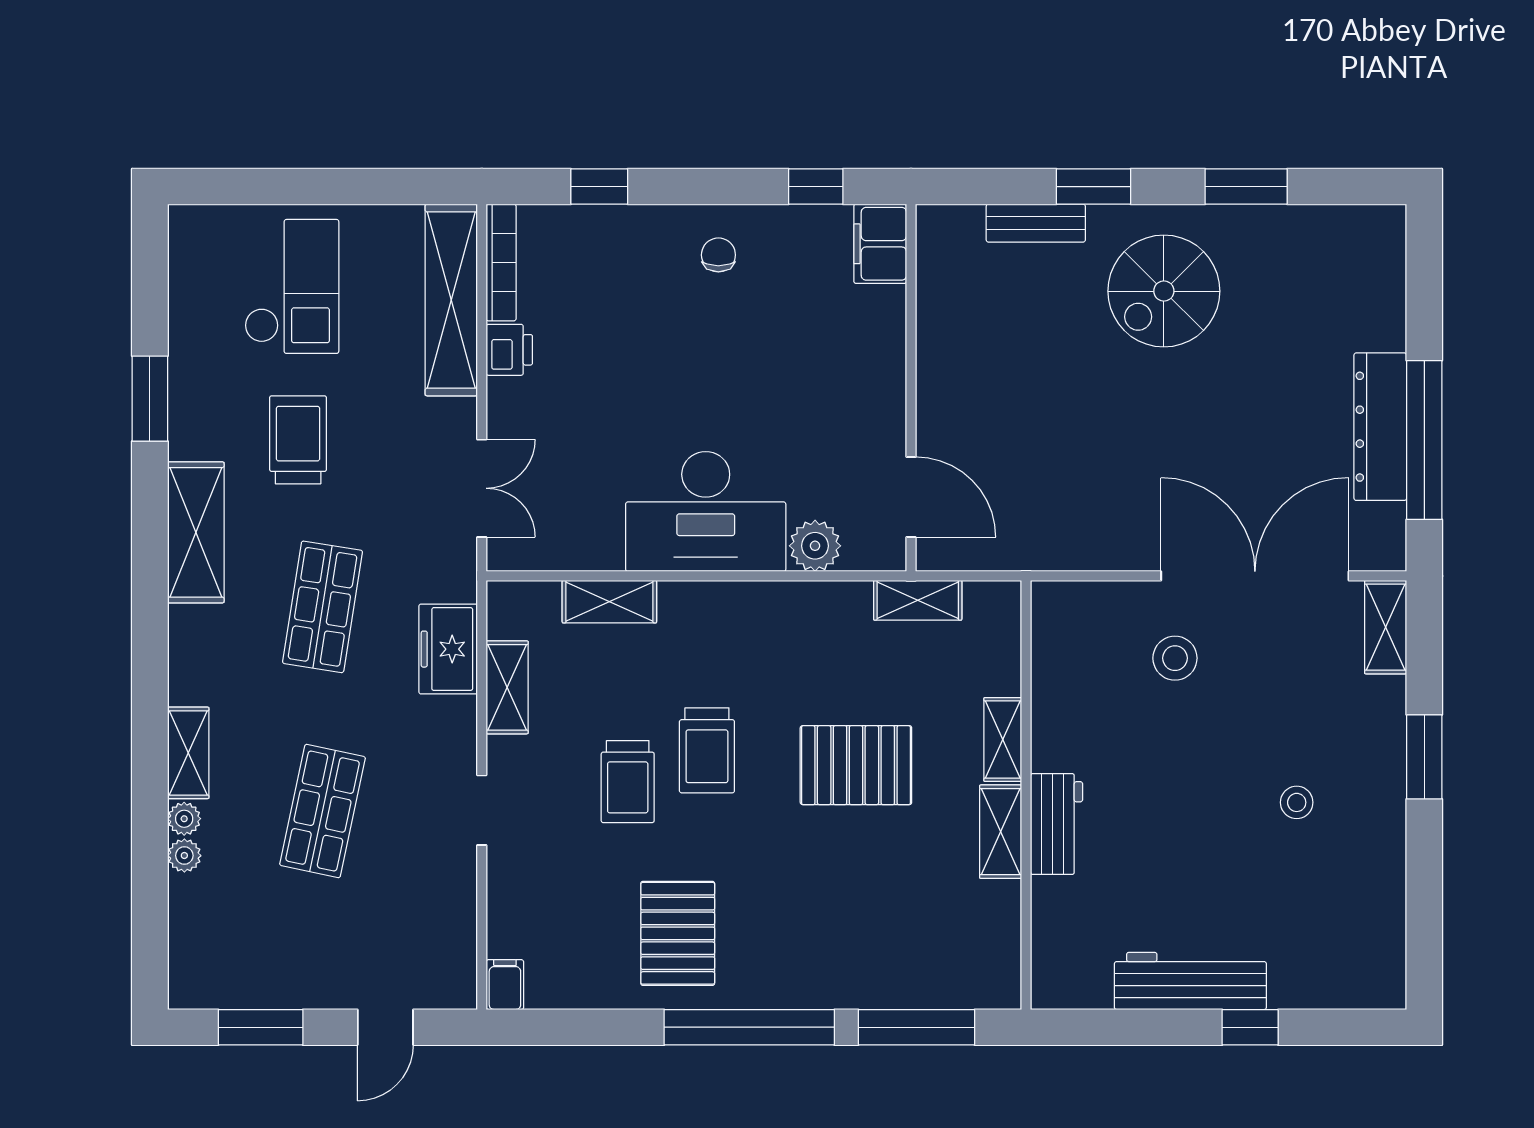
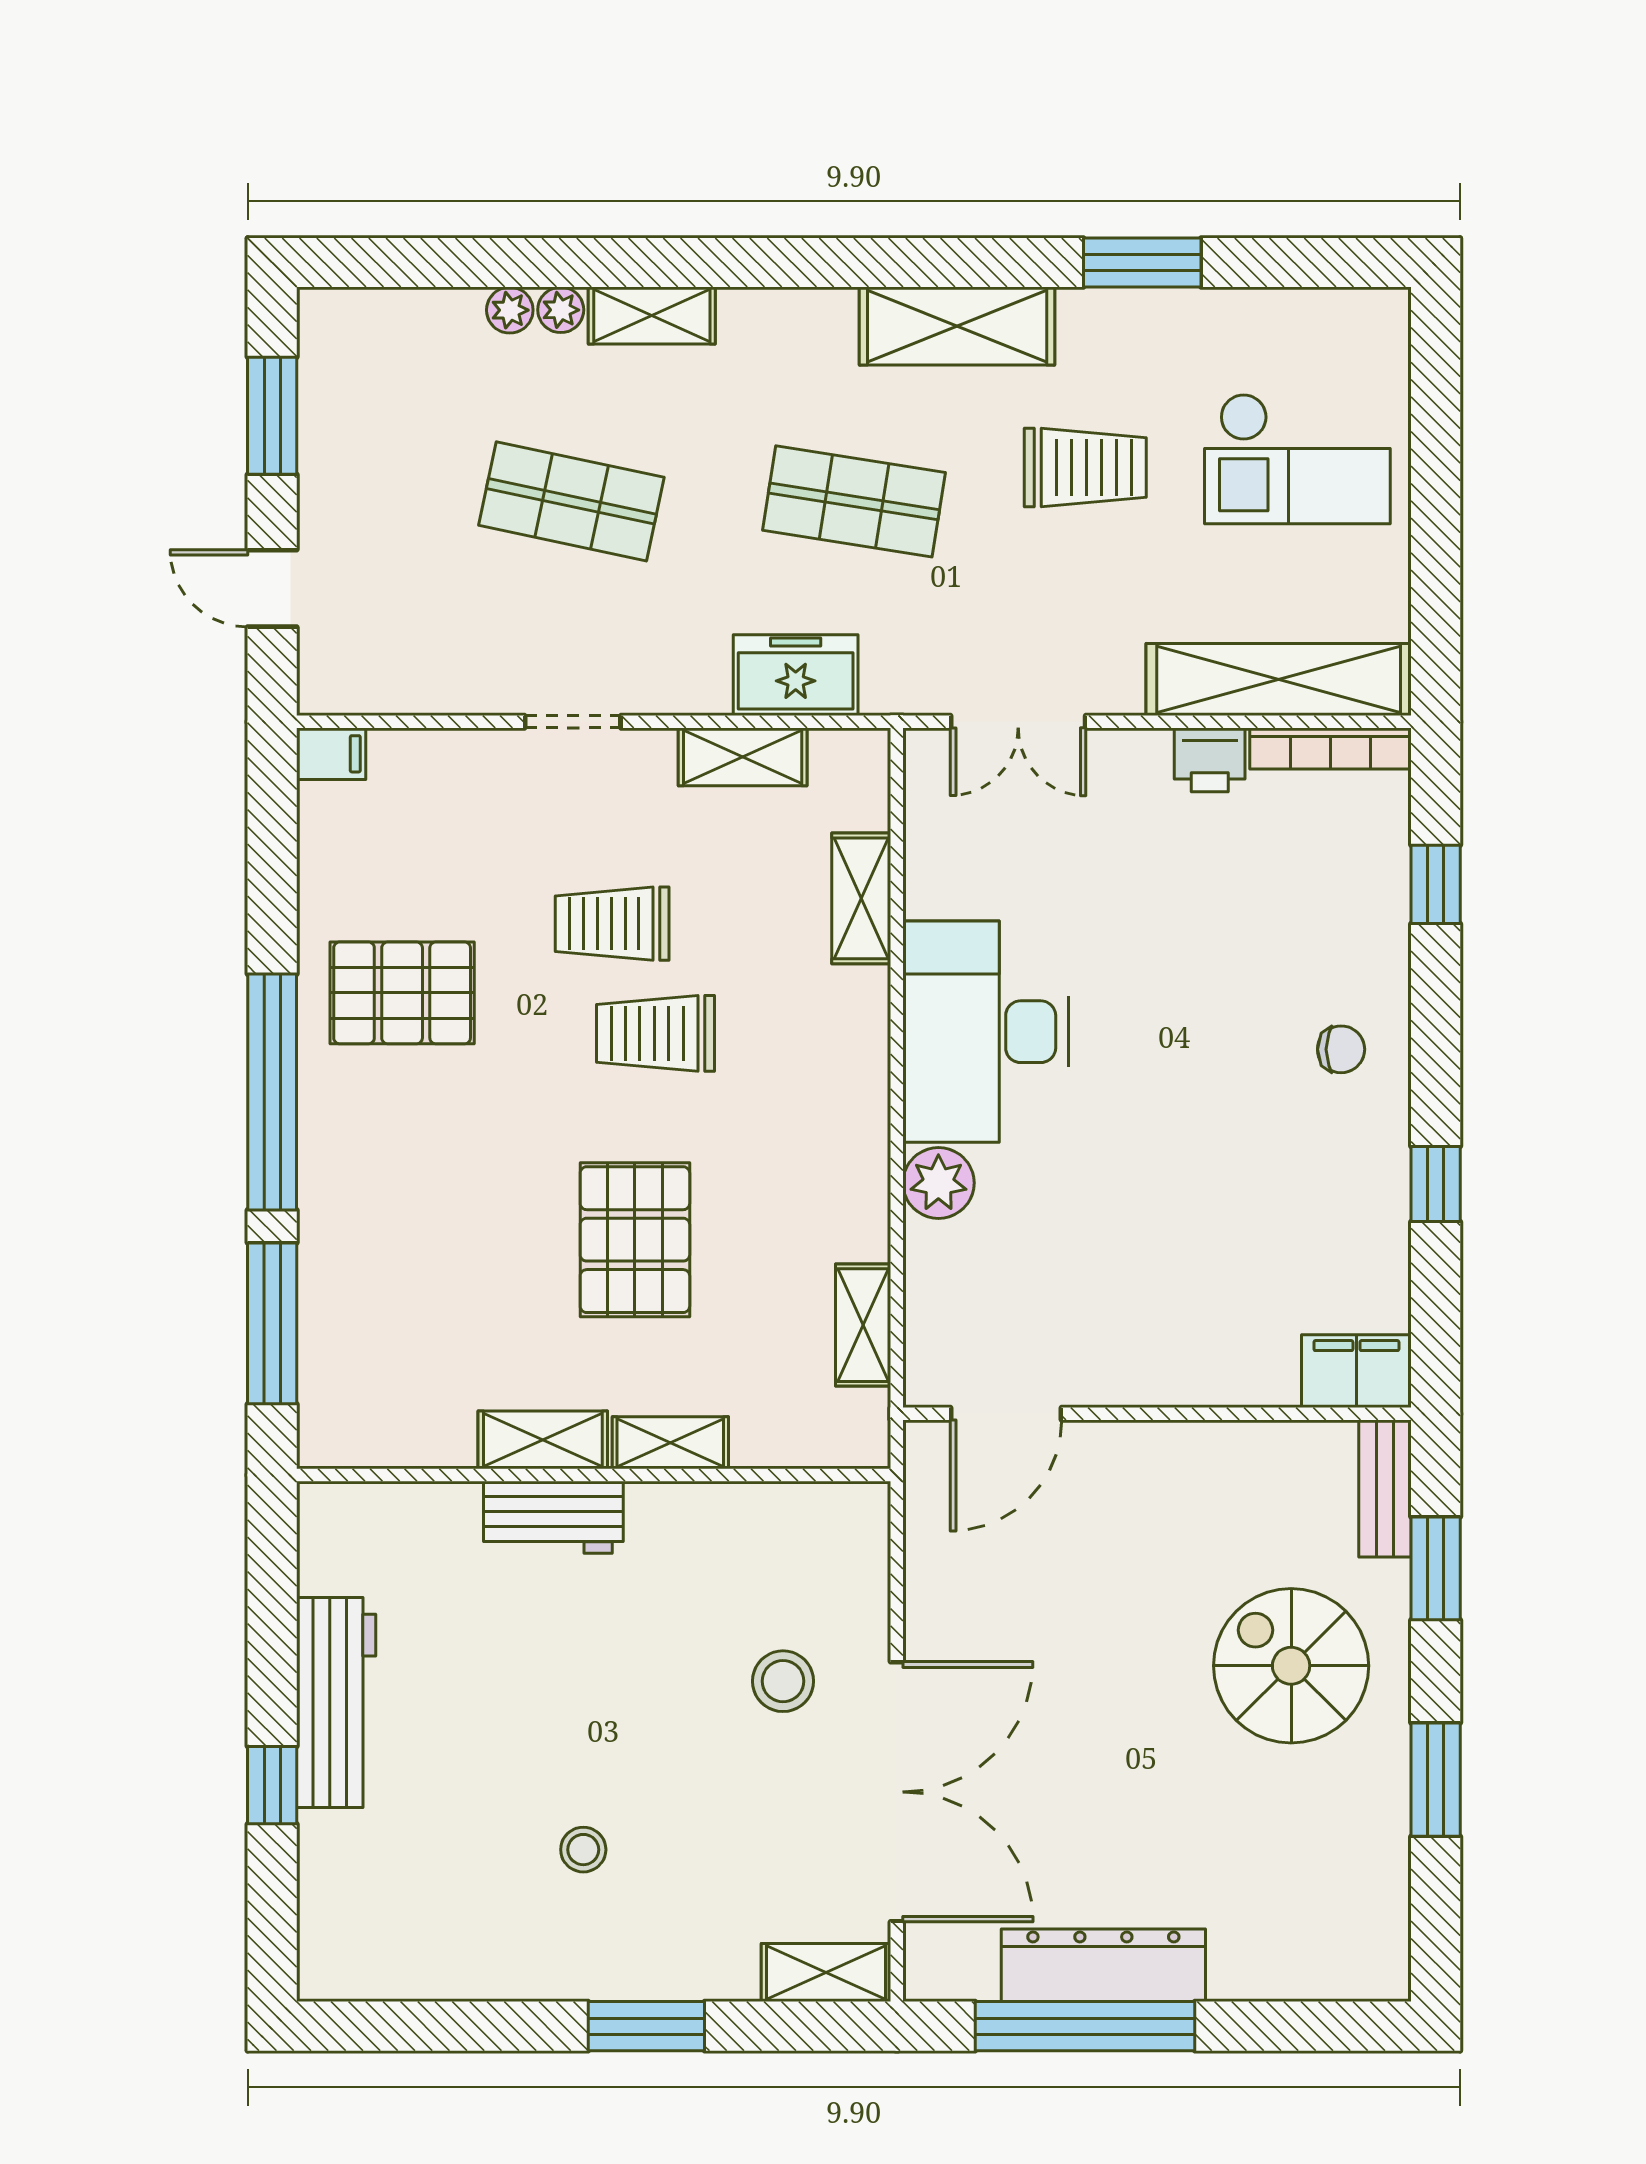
filing cabinet: (880, 244) -> (1356, 1371), moved
wall: (911, 388) -> (1157, 1414), moved
door: (911, 497) -> (1006, 1414), moved

